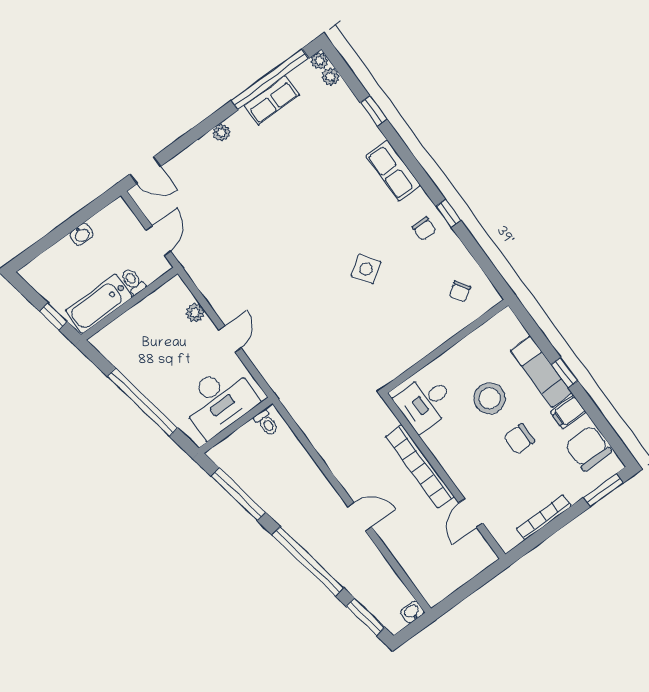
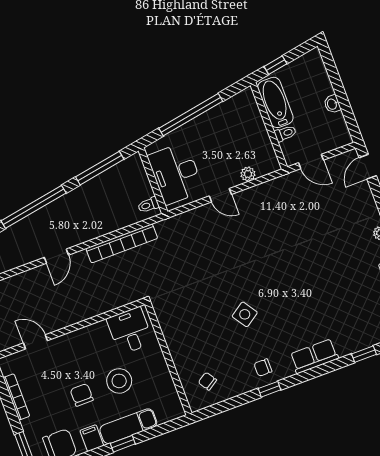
bookcase: (420, 466) -> (122, 243), moved, turned 180

